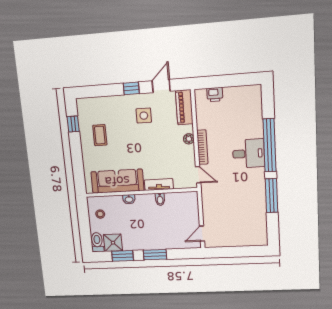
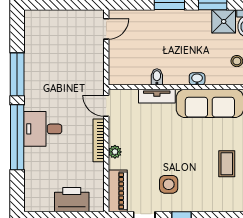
printer: (215, 94) -> (72, 200), width x1.87, depth x1.48

